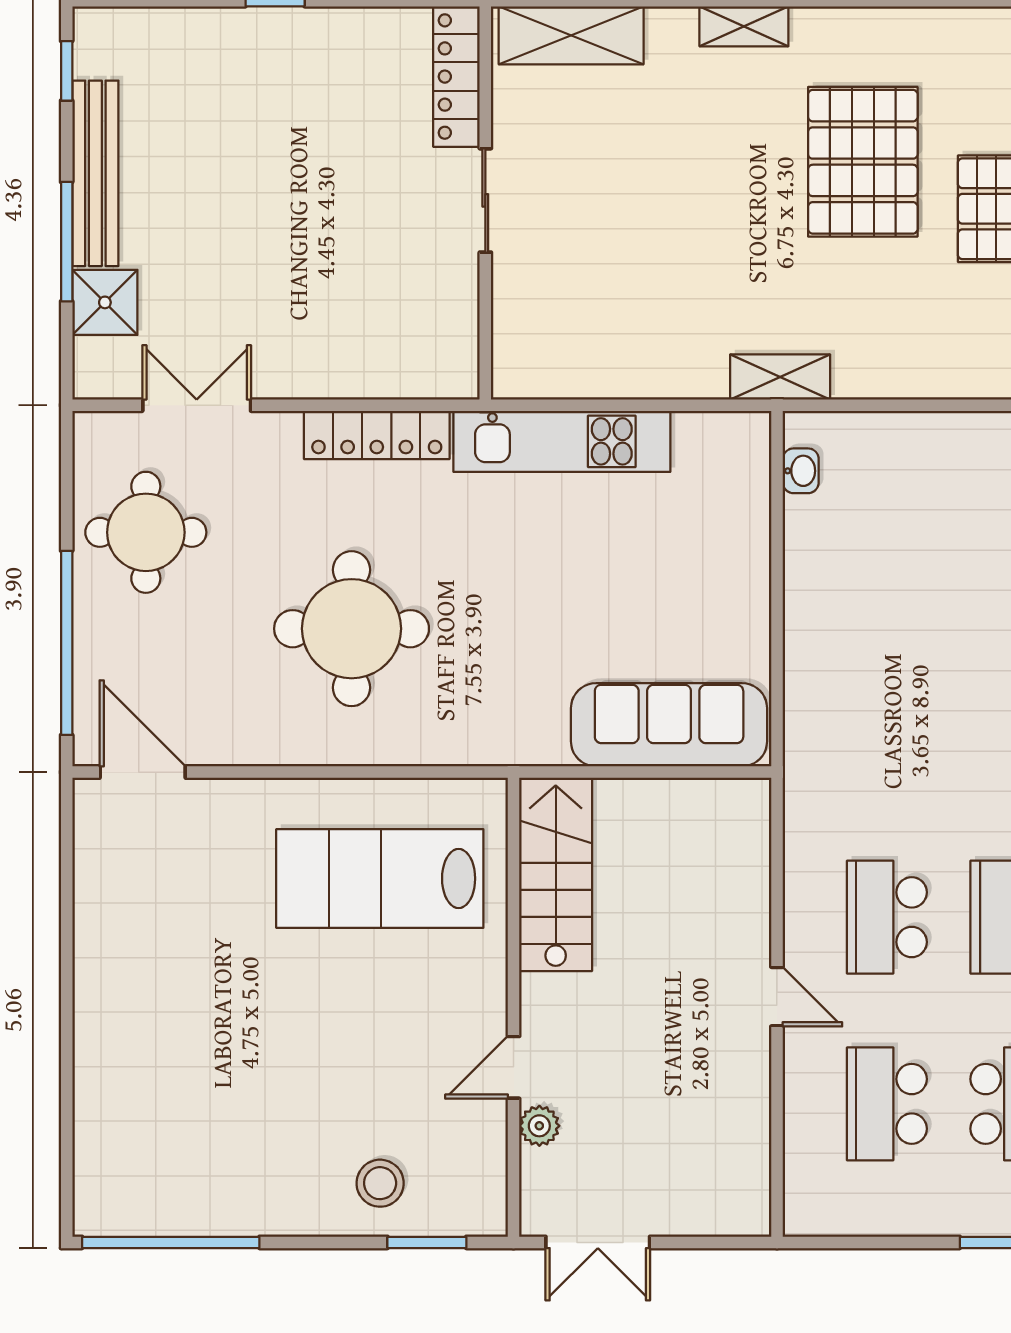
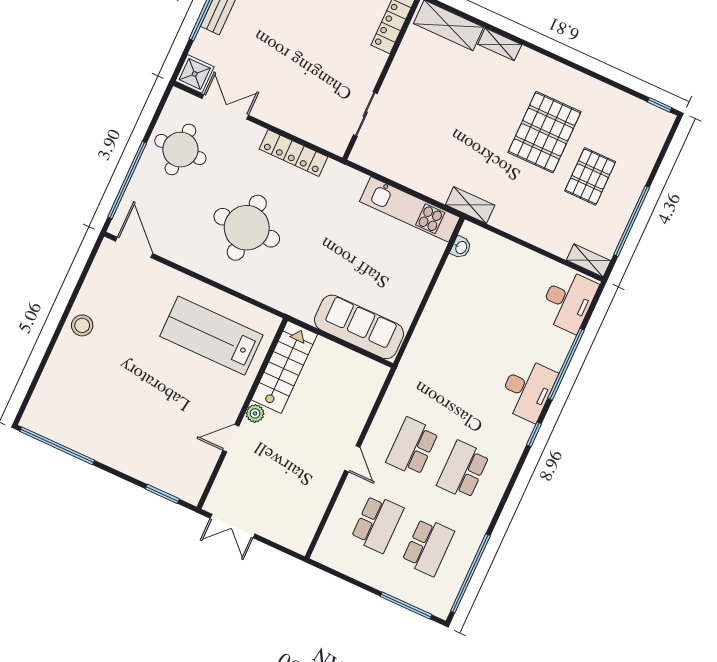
shelving: (744, 26) -> (500, 44), moved
sliding door: (485, 200) -> (365, 114), moved
shower: (105, 302) -> (195, 74), moved
kitchen unit: (562, 441) -> (410, 209), moved
school desk: (887, 1104) -> (377, 523), turned 180
plant: (539, 1126) -> (255, 413), moved
stool: (380, 1183) -> (82, 325), moved

